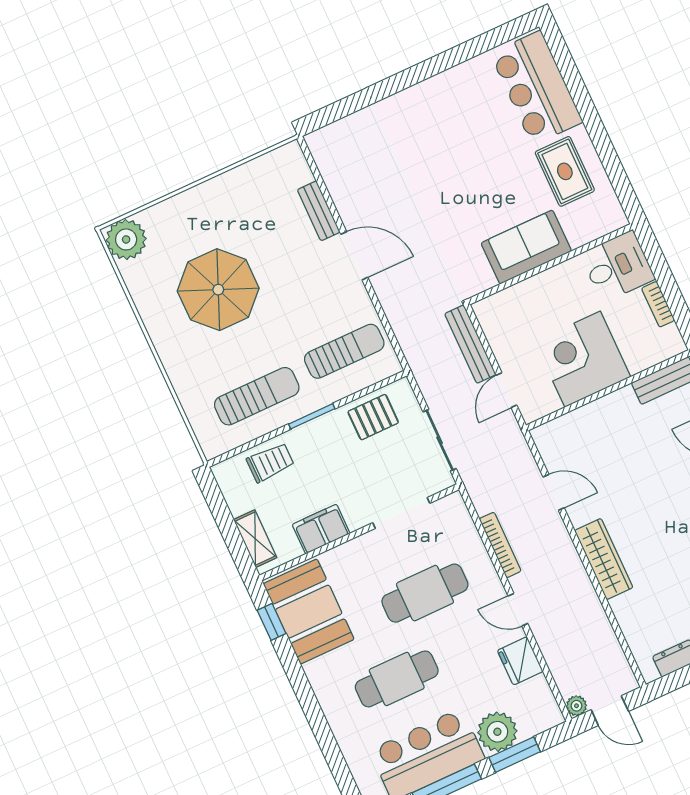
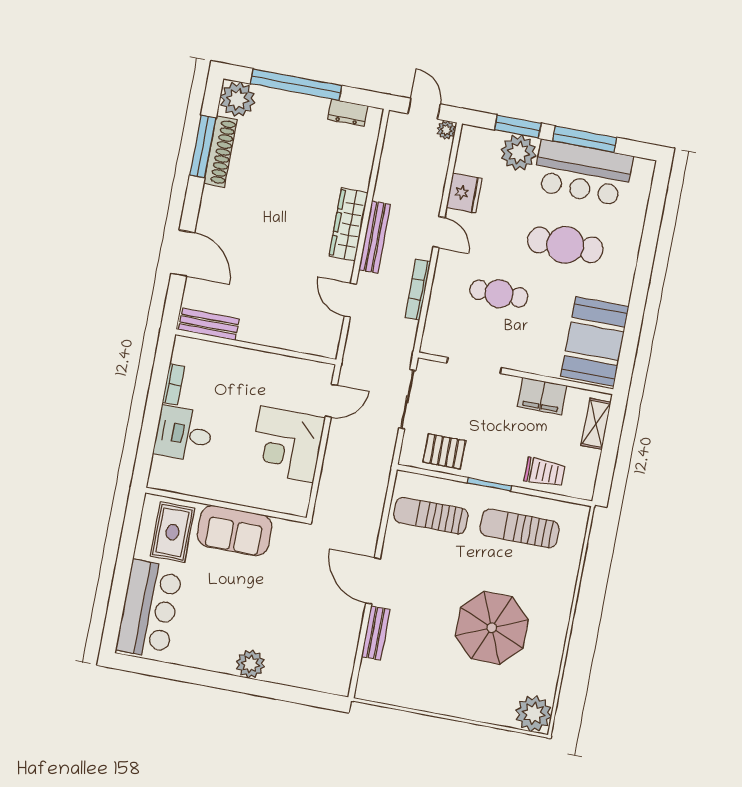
plant: (411, 103) -> (250, 664), added
sofa: (526, 247) -> (235, 531), moved
wall: (550, 264) -> (226, 505), moved
bench: (470, 344) -> (375, 237), moved
corner desk: (583, 359) -> (287, 444), moved, turned 90
trolley: (270, 462) -> (545, 472), turned 180
cafe table: (425, 593) -> (499, 294), width x0.73, depth x0.74
window: (272, 622) -> (628, 353), removed

